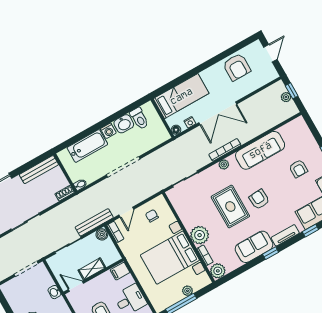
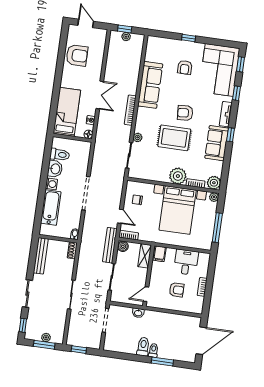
double door: (218, 113) -> (100, 95), width x0.73
plant: (224, 164) -> (138, 137), moved
armchair: (298, 169) -> (185, 67), turned 90
shelving: (92, 269) -> (145, 256), moved
plant: (187, 291) -> (214, 197), moved

